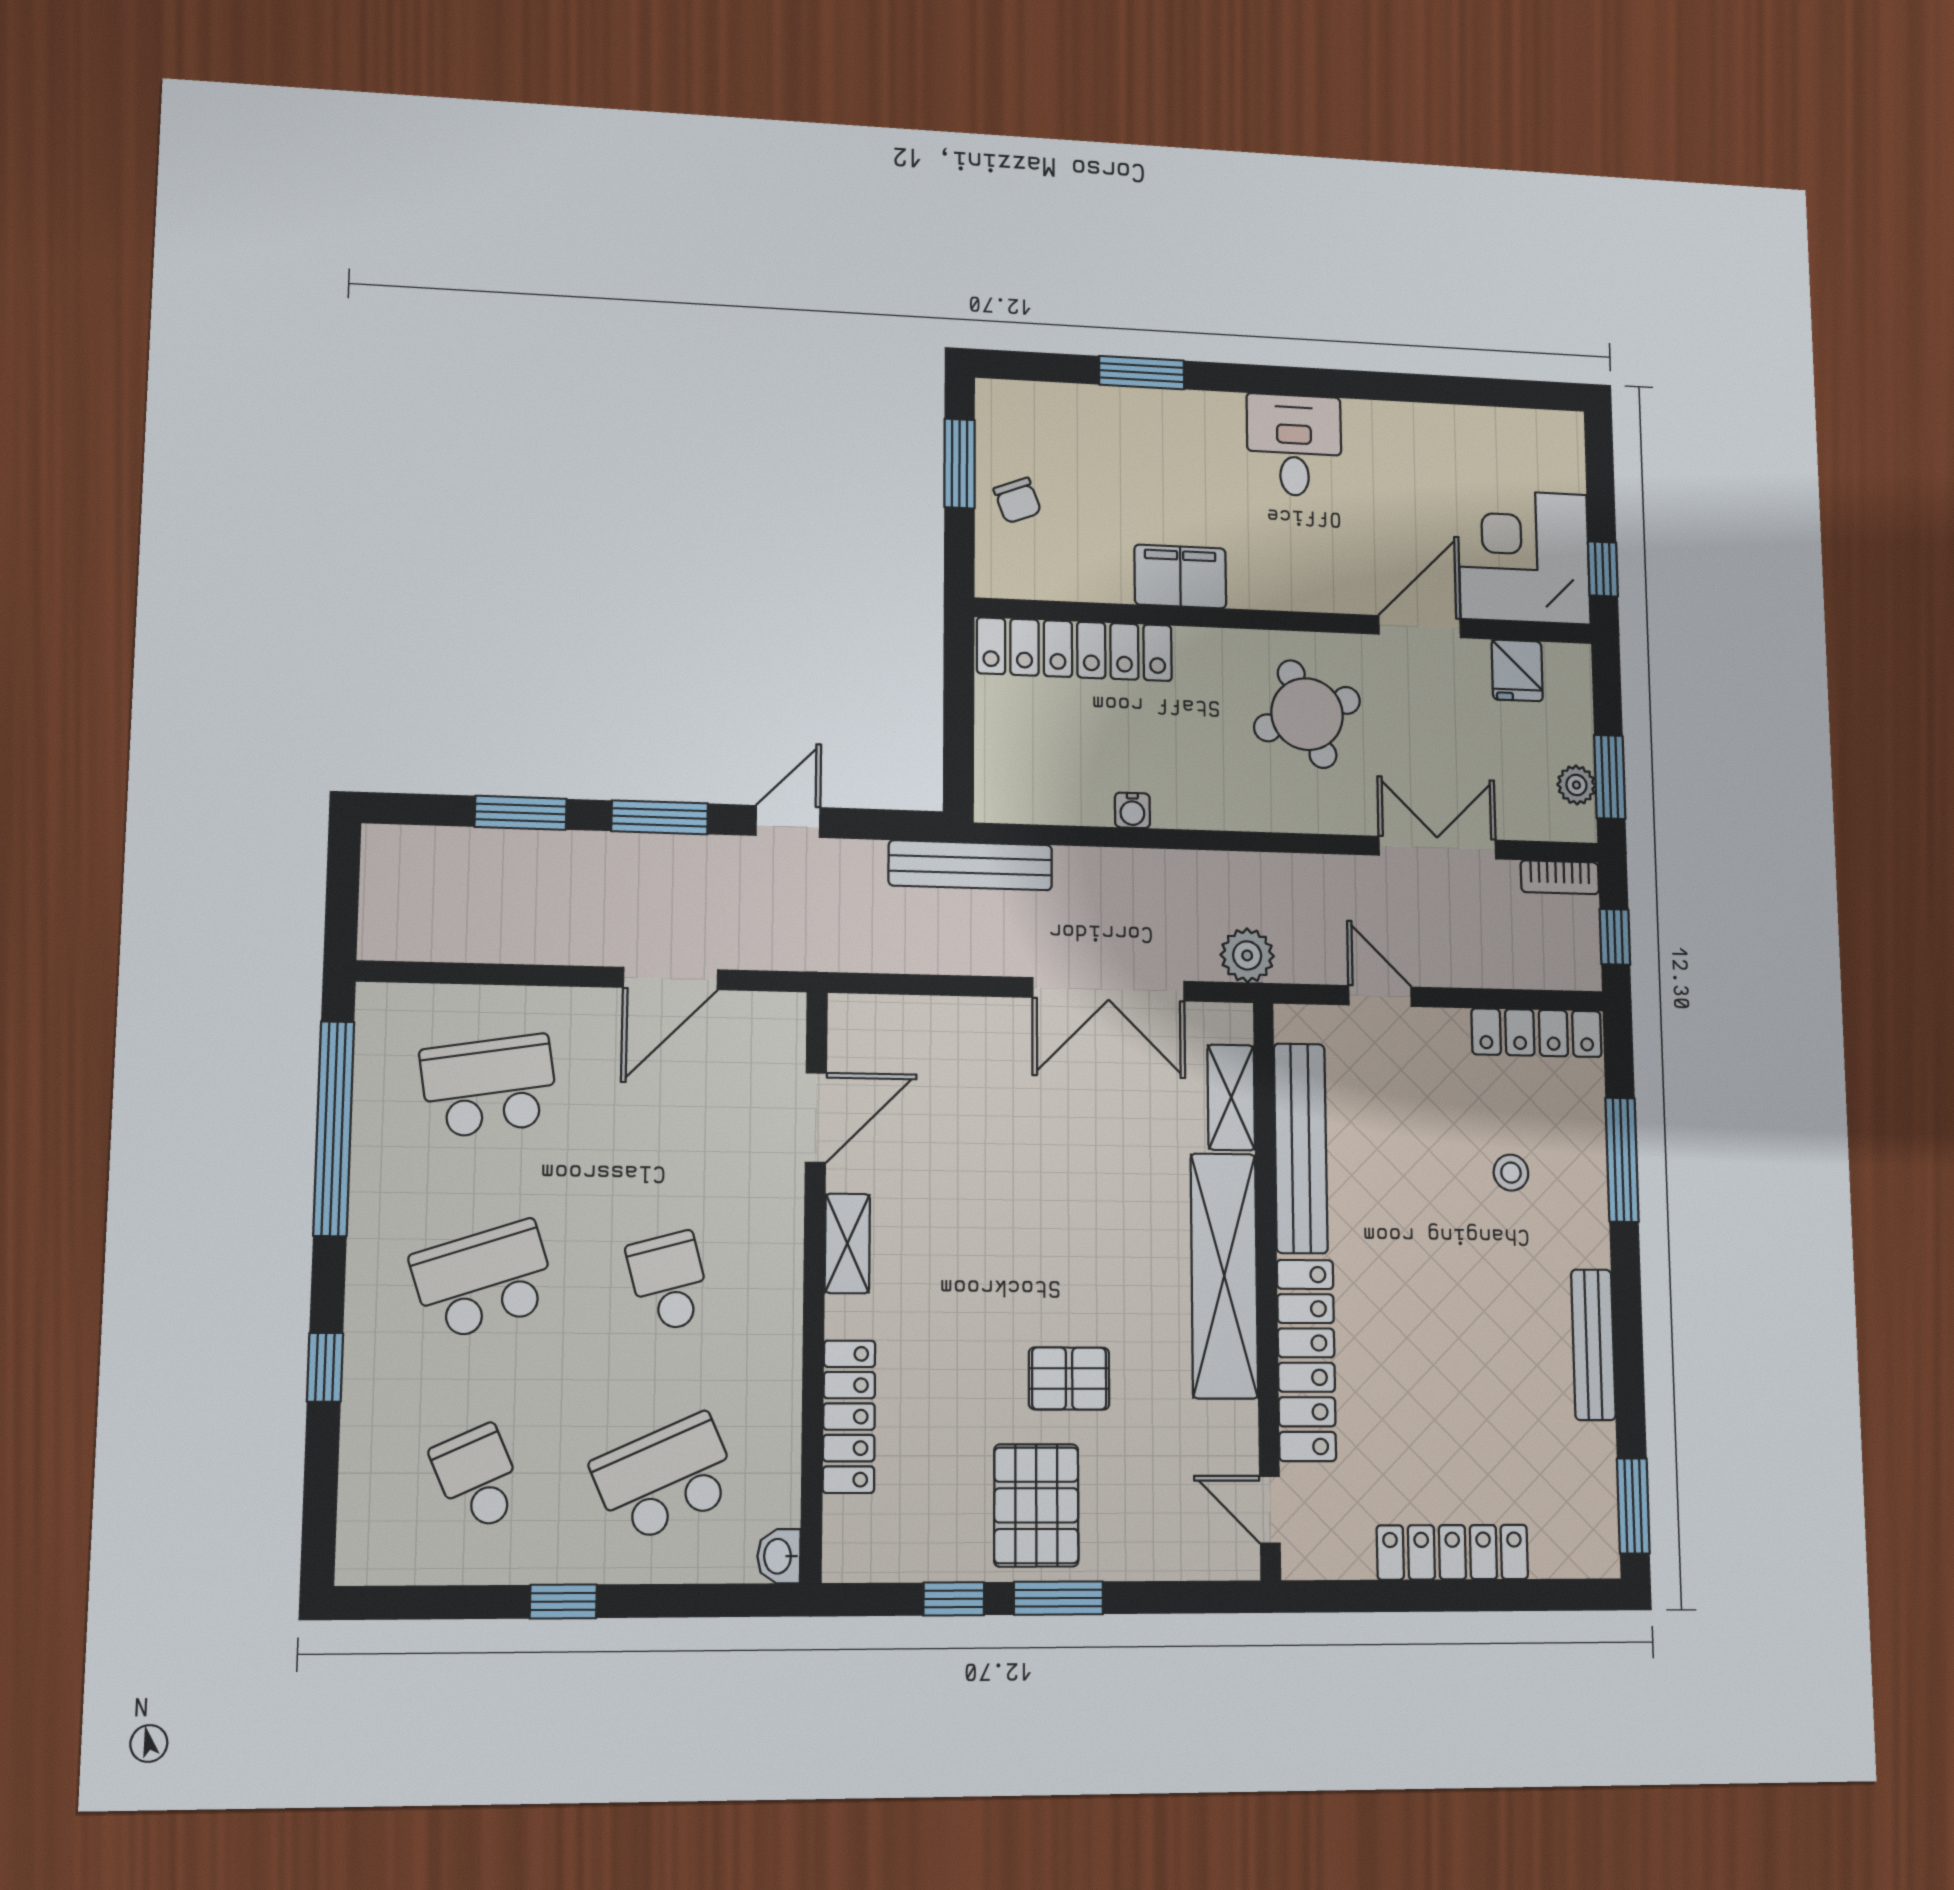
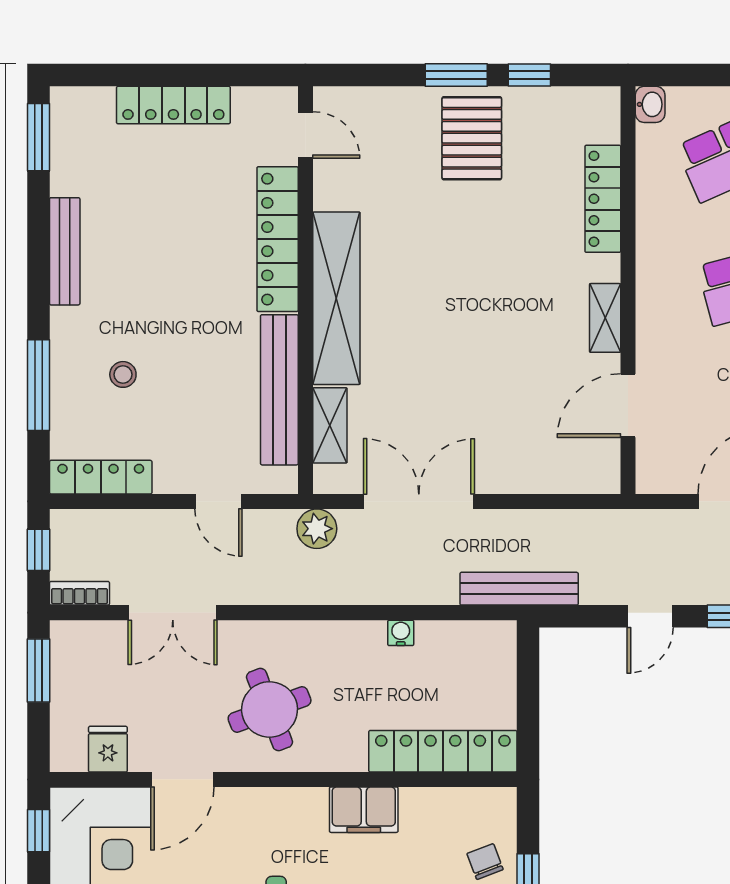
plant: (1576, 785) -> (65, 663), removed
pallet: (1069, 1379) -> (448, 225), removed

